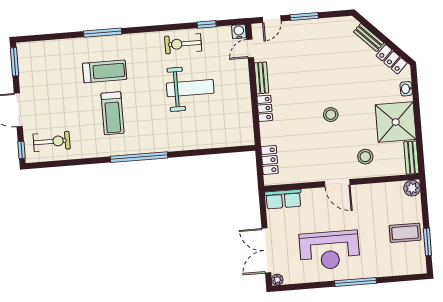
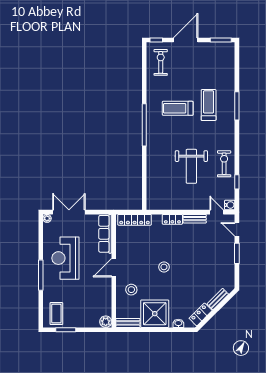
treadmill: (105, 71) -> (209, 105), turned 180
exercise bike: (52, 141) -> (161, 62), turned 180
locker: (270, 160) -> (135, 220), width x1.53
row of seats: (283, 199) -> (105, 234), width x1.48
coffee table: (405, 233) -> (56, 314), moved

